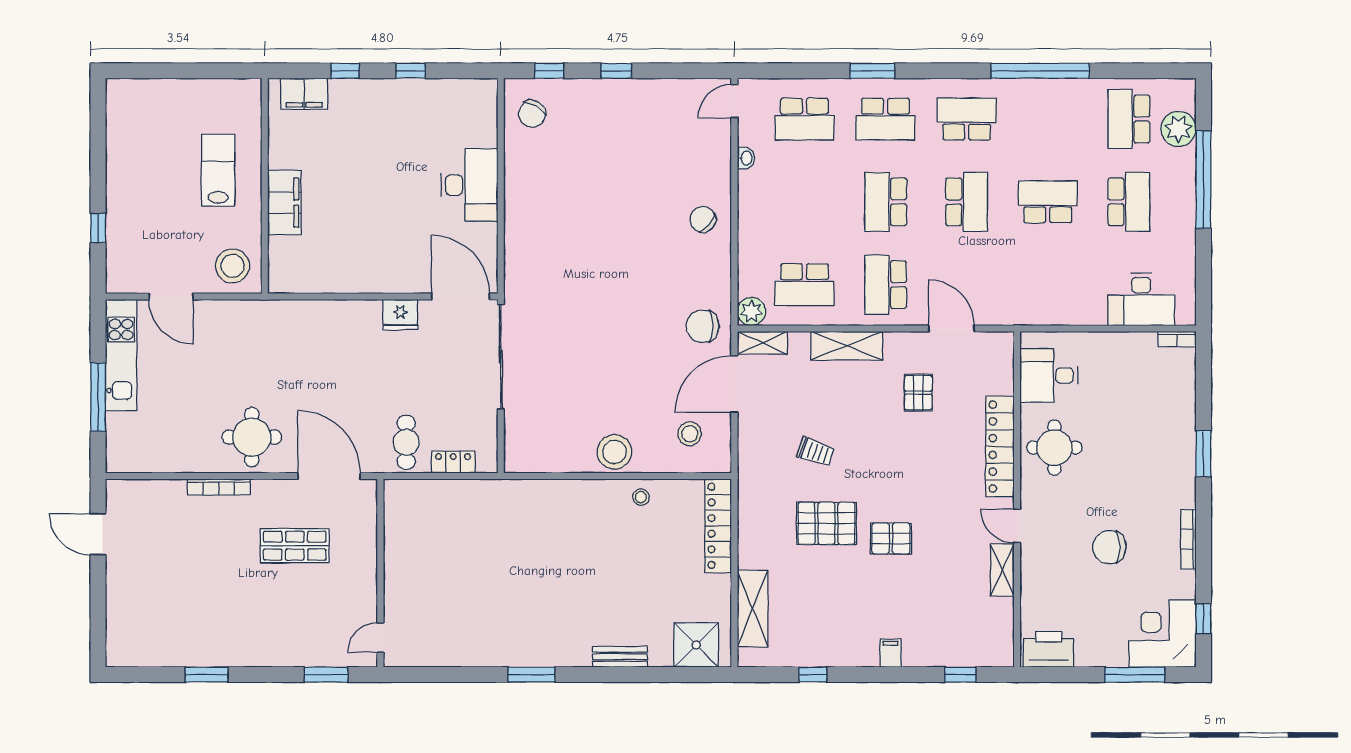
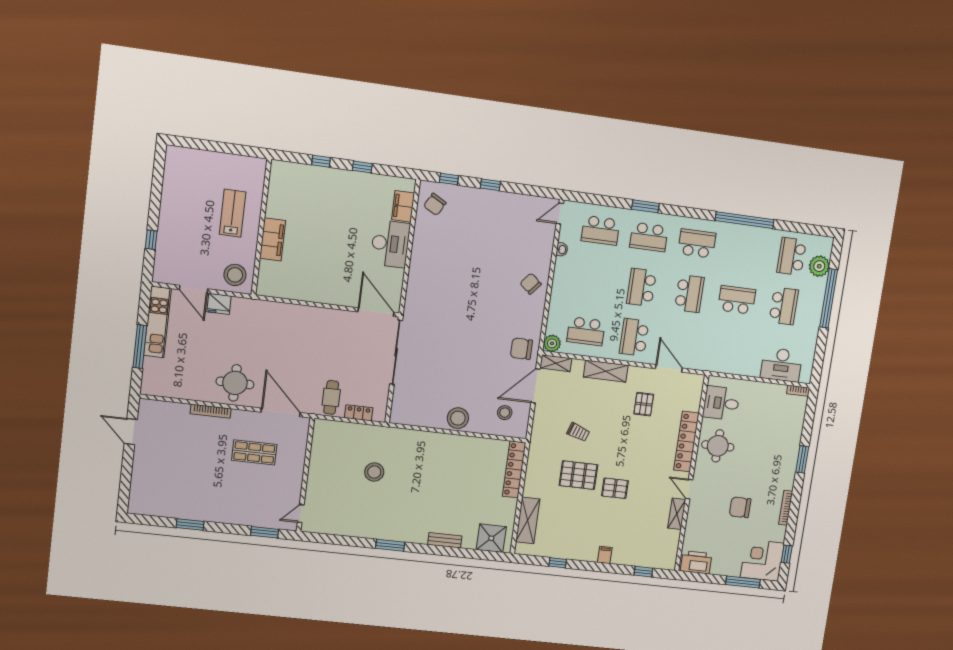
filing cabinet: (304, 94) -> (403, 206), moved, turned 90
fridge: (400, 314) -> (219, 304), moved
stool: (641, 497) -> (374, 472), moved, width x1.89, depth x1.89

